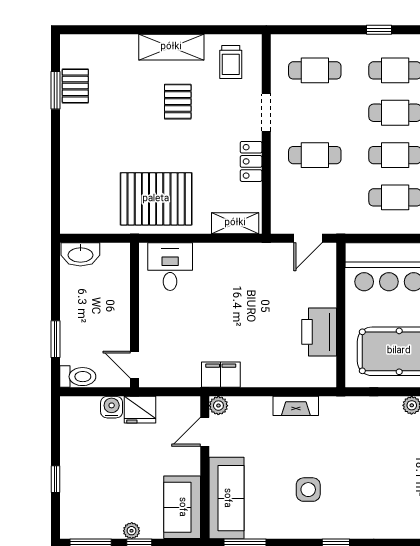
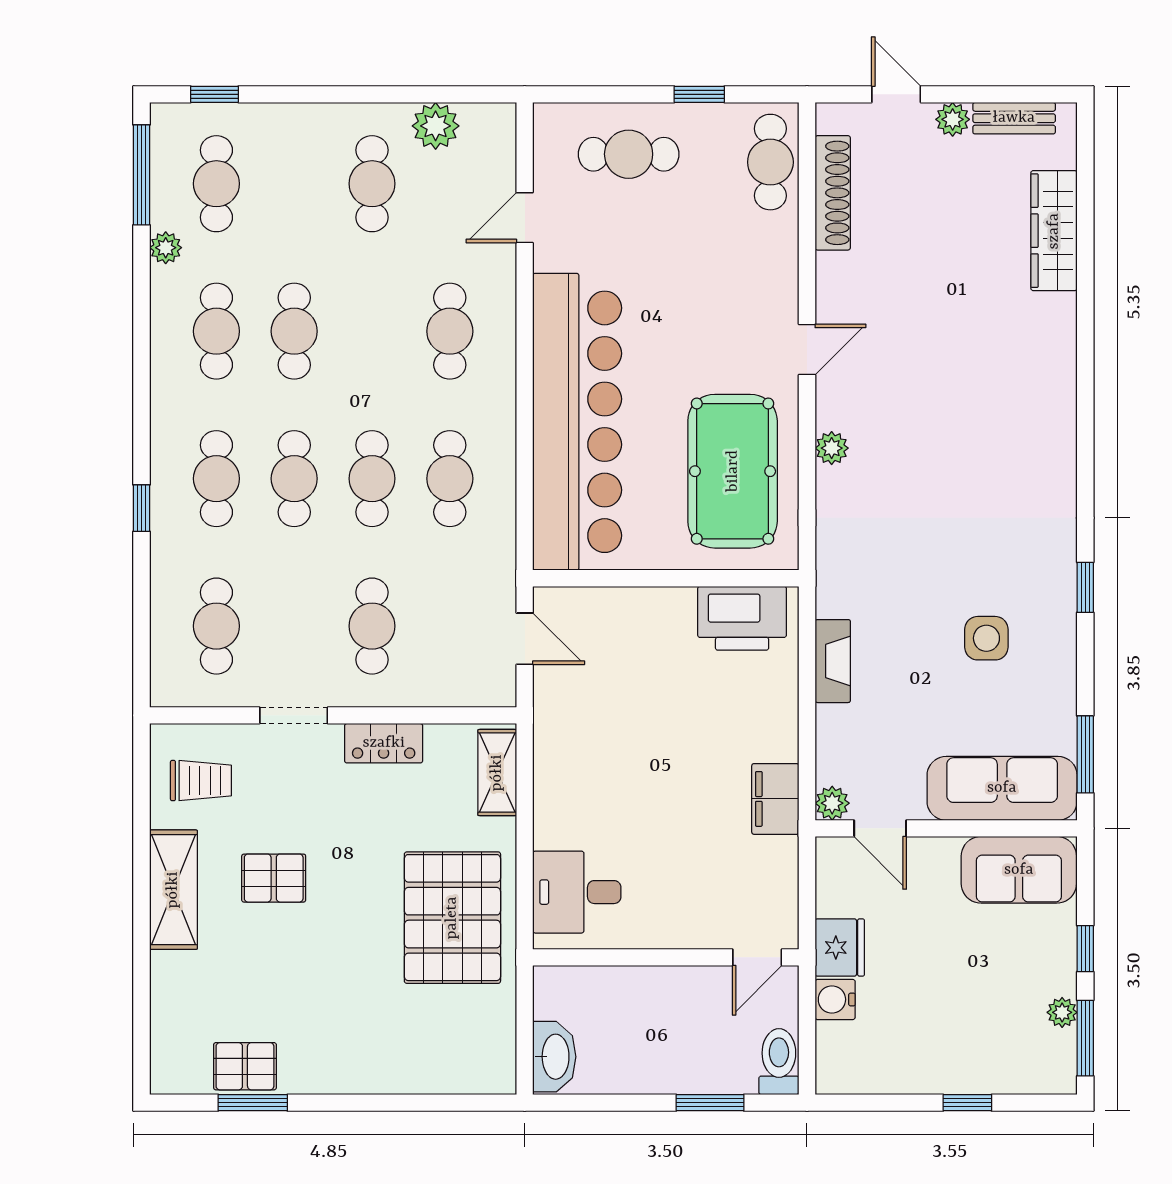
printer: (319, 332) -> (742, 618), moved
plant: (132, 531) -> (1062, 1012), moved

